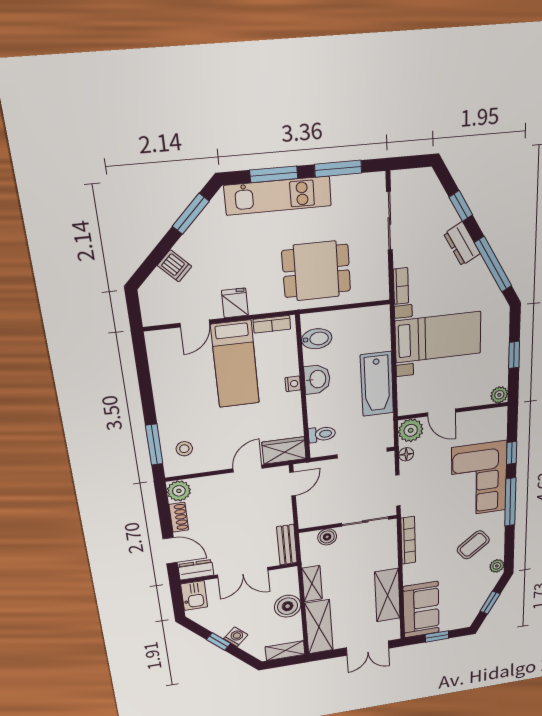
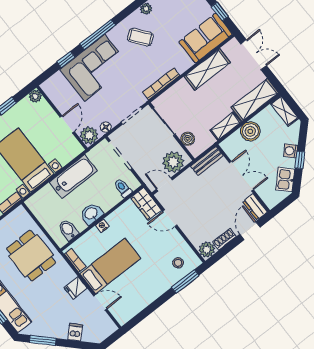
plant: (312, 508) -> (173, 162), added
kitchen sink: (194, 596) -> (285, 180), moved, turned -45

